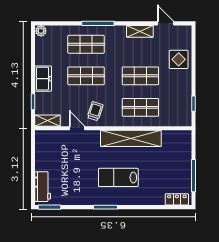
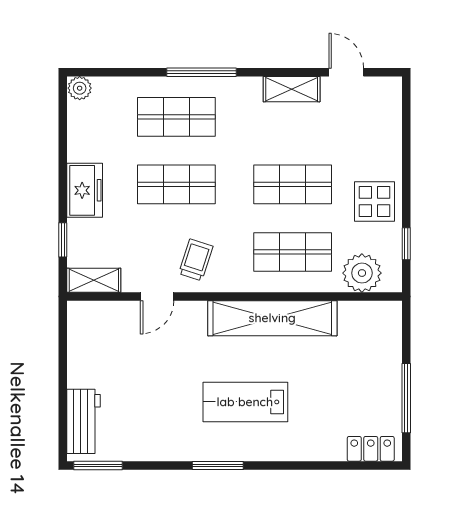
display table: (179, 59) -> (375, 201), moved
plant: (173, 117) -> (362, 273), added
door: (77, 128) -> (157, 297), swing flipped

